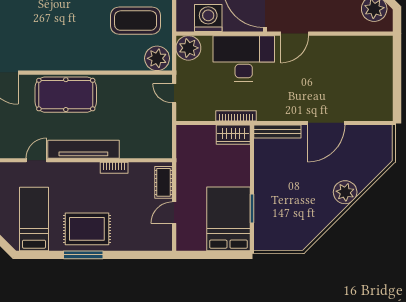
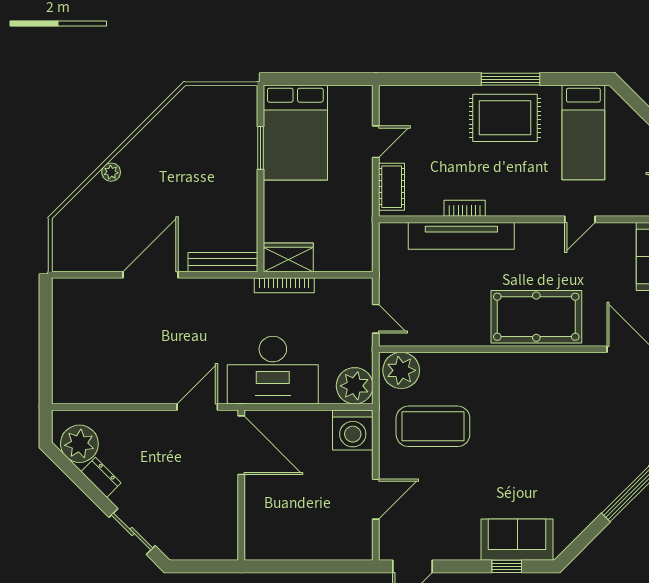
washing machine: (208, 18) -> (353, 430), moved
tv unit: (83, 149) -> (461, 236), moved
plant: (345, 192) -> (111, 172), width x0.53, depth x0.53

